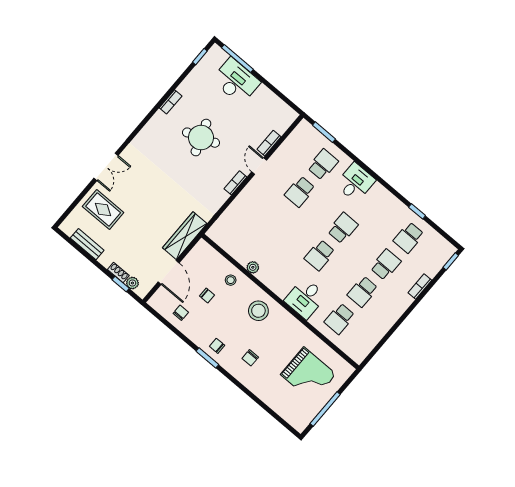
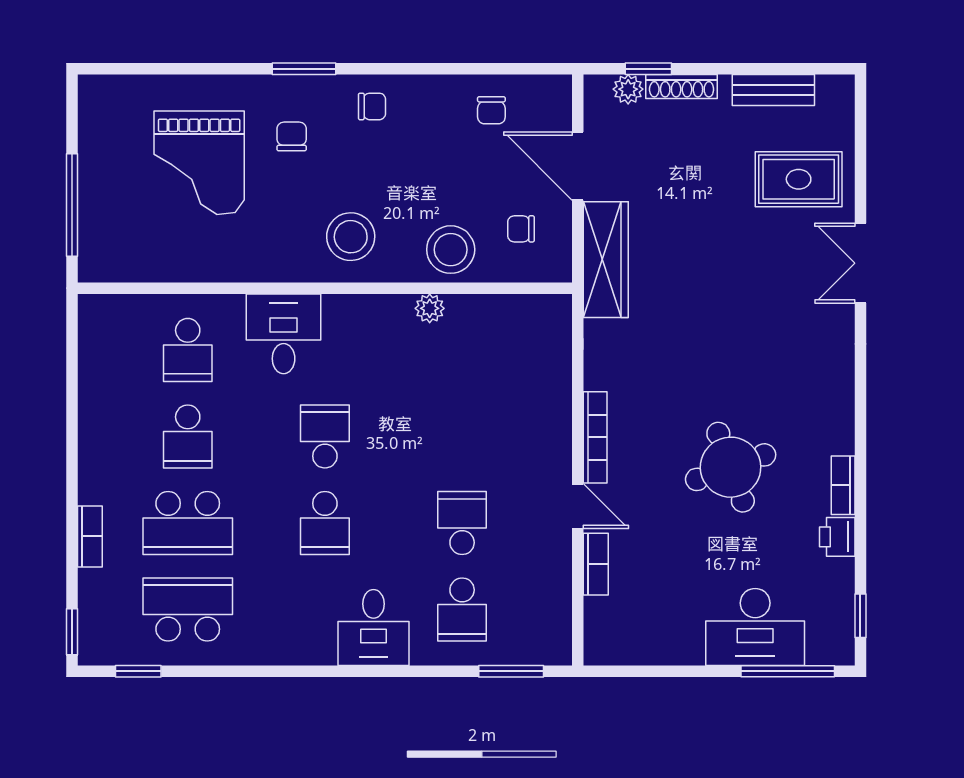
printer: (186, 87) -> (837, 537), added
bookcase: (235, 183) -> (595, 437), width x1.56
window: (417, 211) -> (138, 671), moved
school desk: (409, 238) -> (188, 610), width x1.85
school desk: (386, 265) -> (188, 523), width x1.85
shoe rack: (118, 273) -> (682, 86), width x1.43
stool: (231, 280) -> (451, 250), width x1.89, depth x1.89
school desk: (363, 292) -> (188, 436), turned 180
chair: (207, 296) -> (521, 229), moved
school desk: (340, 319) -> (188, 350), turned 180
window: (207, 358) -> (304, 69), moved
grand piano: (308, 374) -> (199, 163), moved, turned -90
window: (325, 409) -> (72, 205), moved

